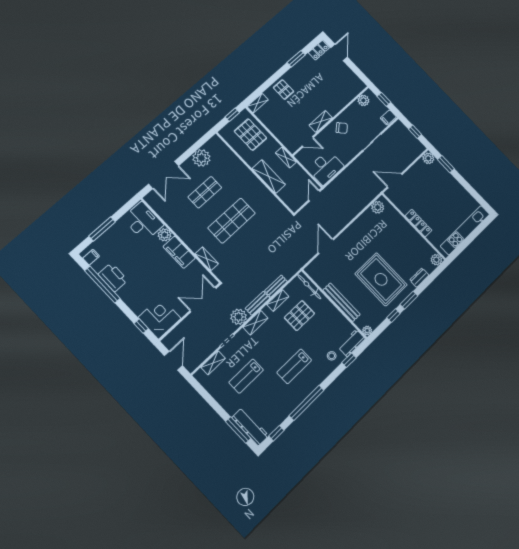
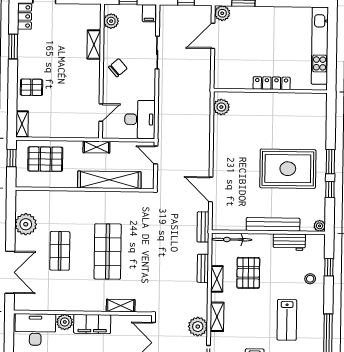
shelving: (321, 121) -> (94, 45), moved
shelving: (269, 177) -> (109, 180), width x1.47
door: (395, 181) -> (213, 36), moved
plant: (436, 260) -> (320, 100), removed
dresser: (419, 278) -> (320, 132), removed
bench: (258, 303) -> (203, 227), moved
workbench: (352, 343) -> (289, 242), moved, turned -90

